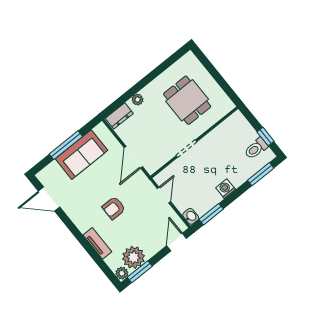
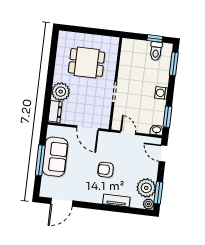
plant: (137, 100) -> (61, 92), width x1.87, depth x1.87
armchair: (114, 208) -> (106, 170), turned 90

